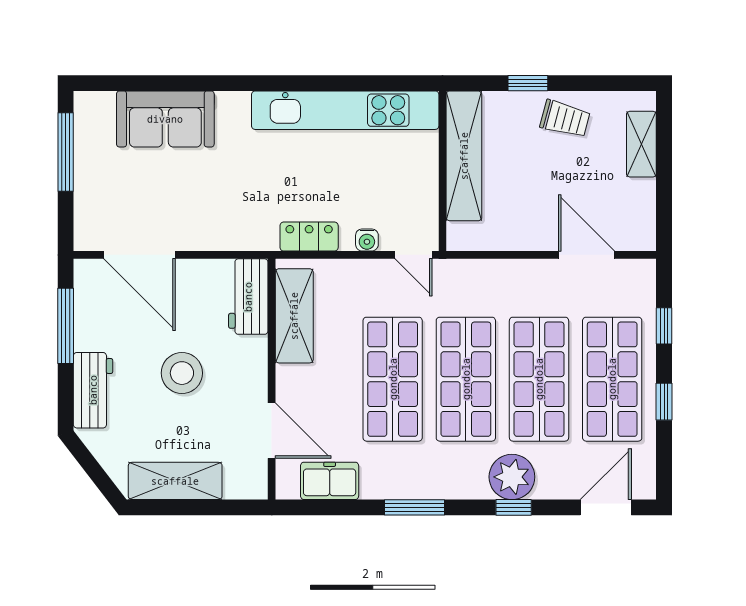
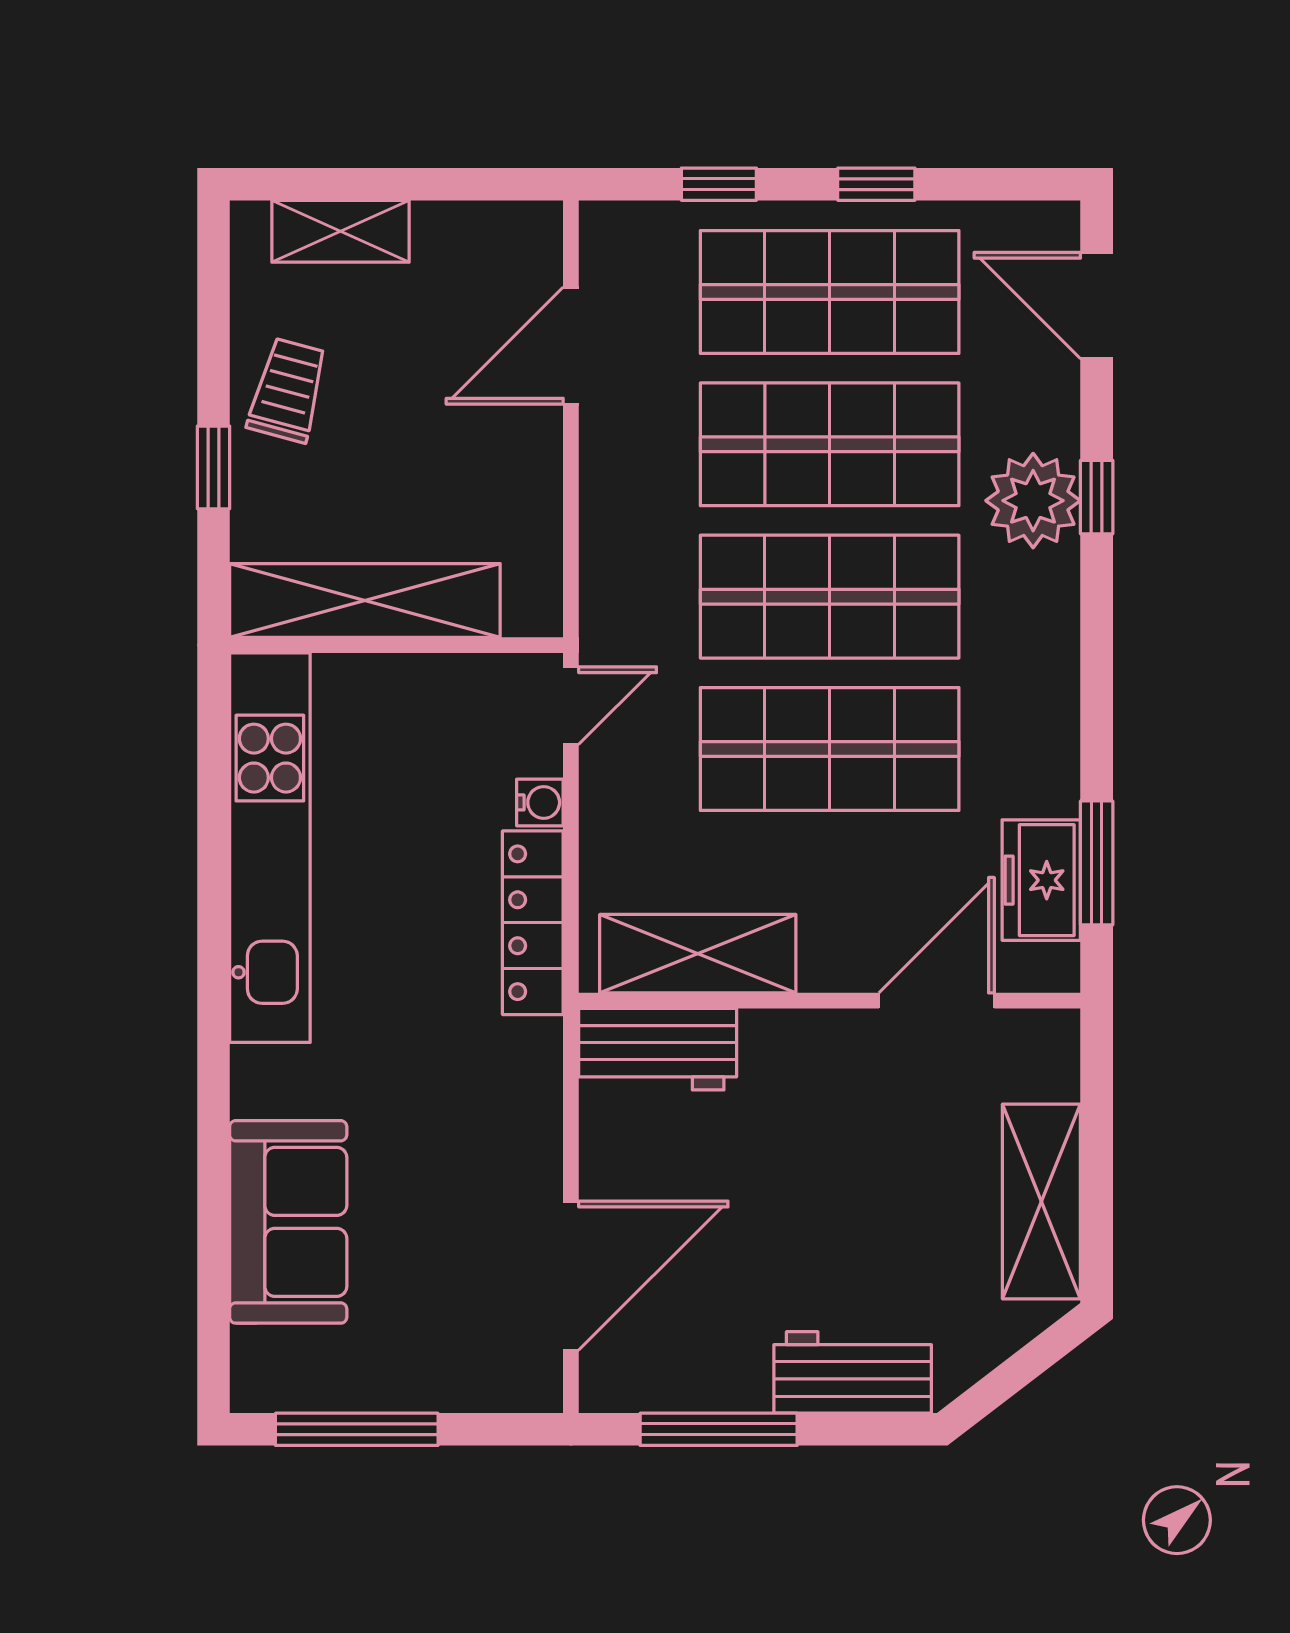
locker: (309, 237) -> (533, 923), width x1.53
stool: (182, 373) -> (817, 1187), removed
window: (415, 507) -> (1097, 863), moved

